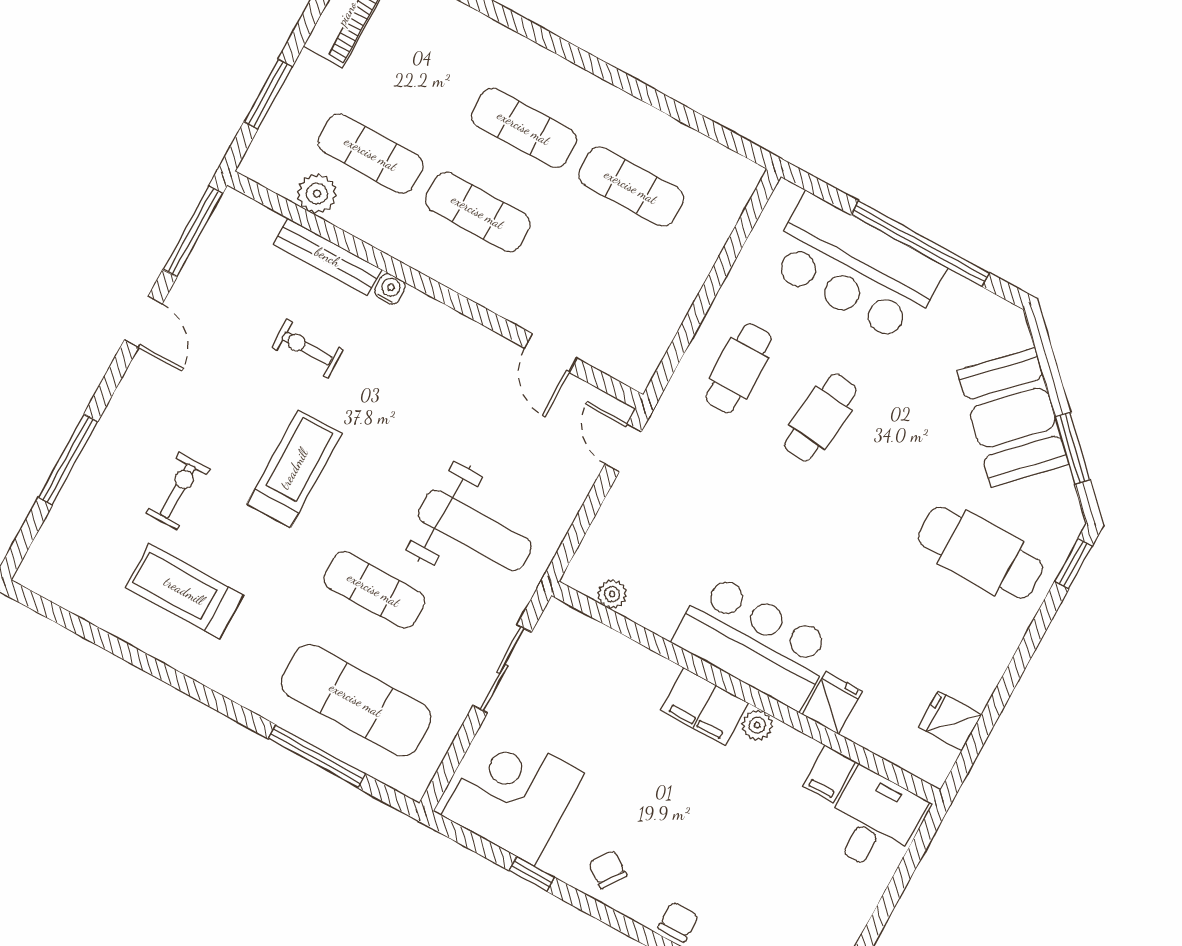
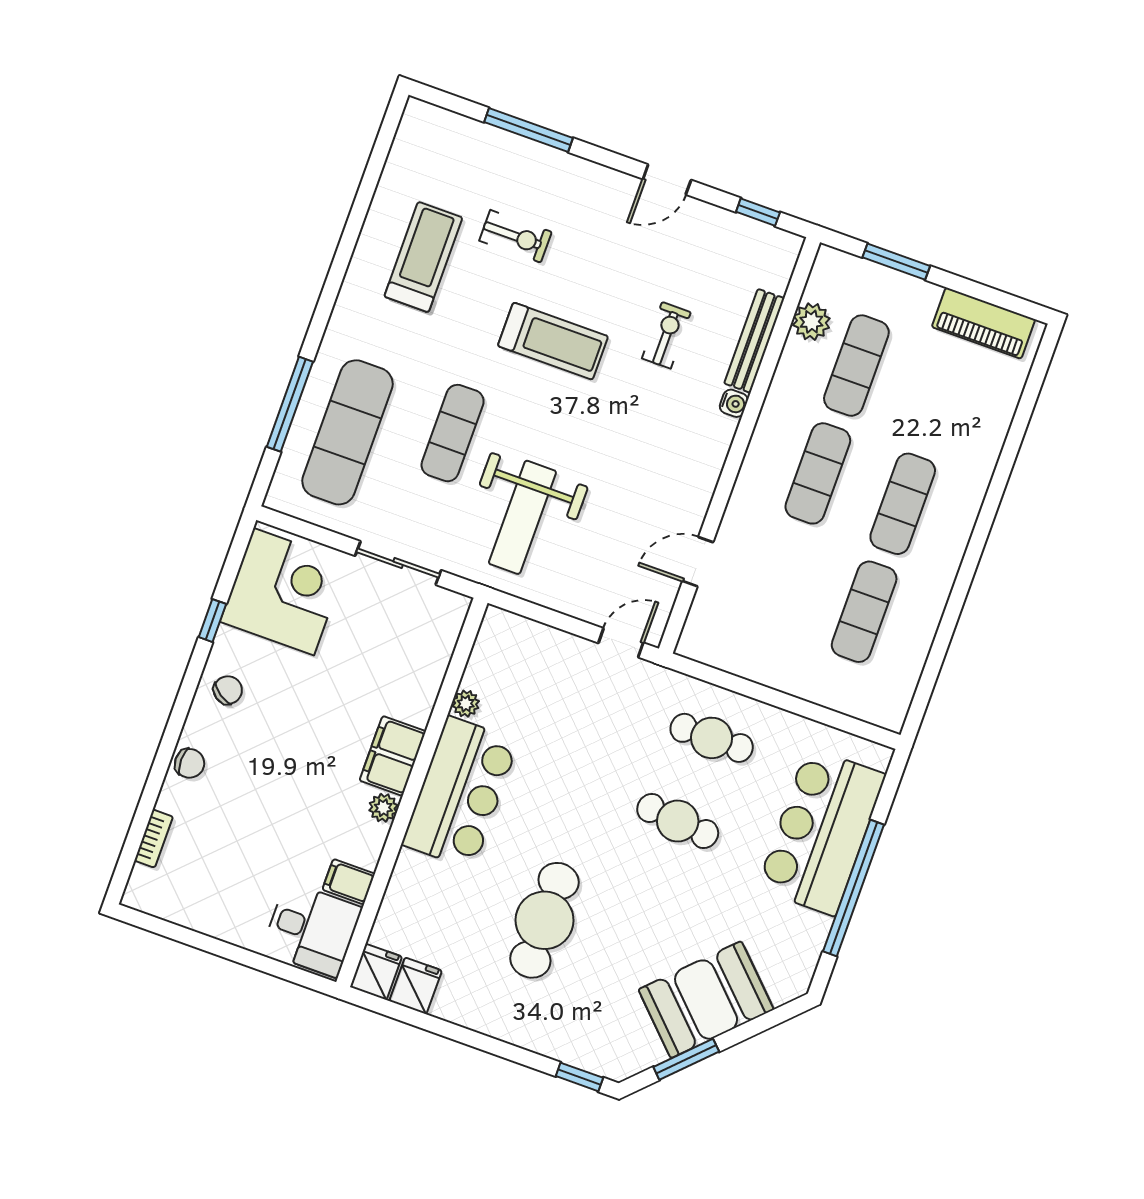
window: (193, 232) -> (758, 212), width x0.46
cafe table: (980, 553) -> (545, 920), moved
plant: (612, 594) -> (466, 704), moved
fridge: (832, 703) -> (376, 972), moved, turned -90

